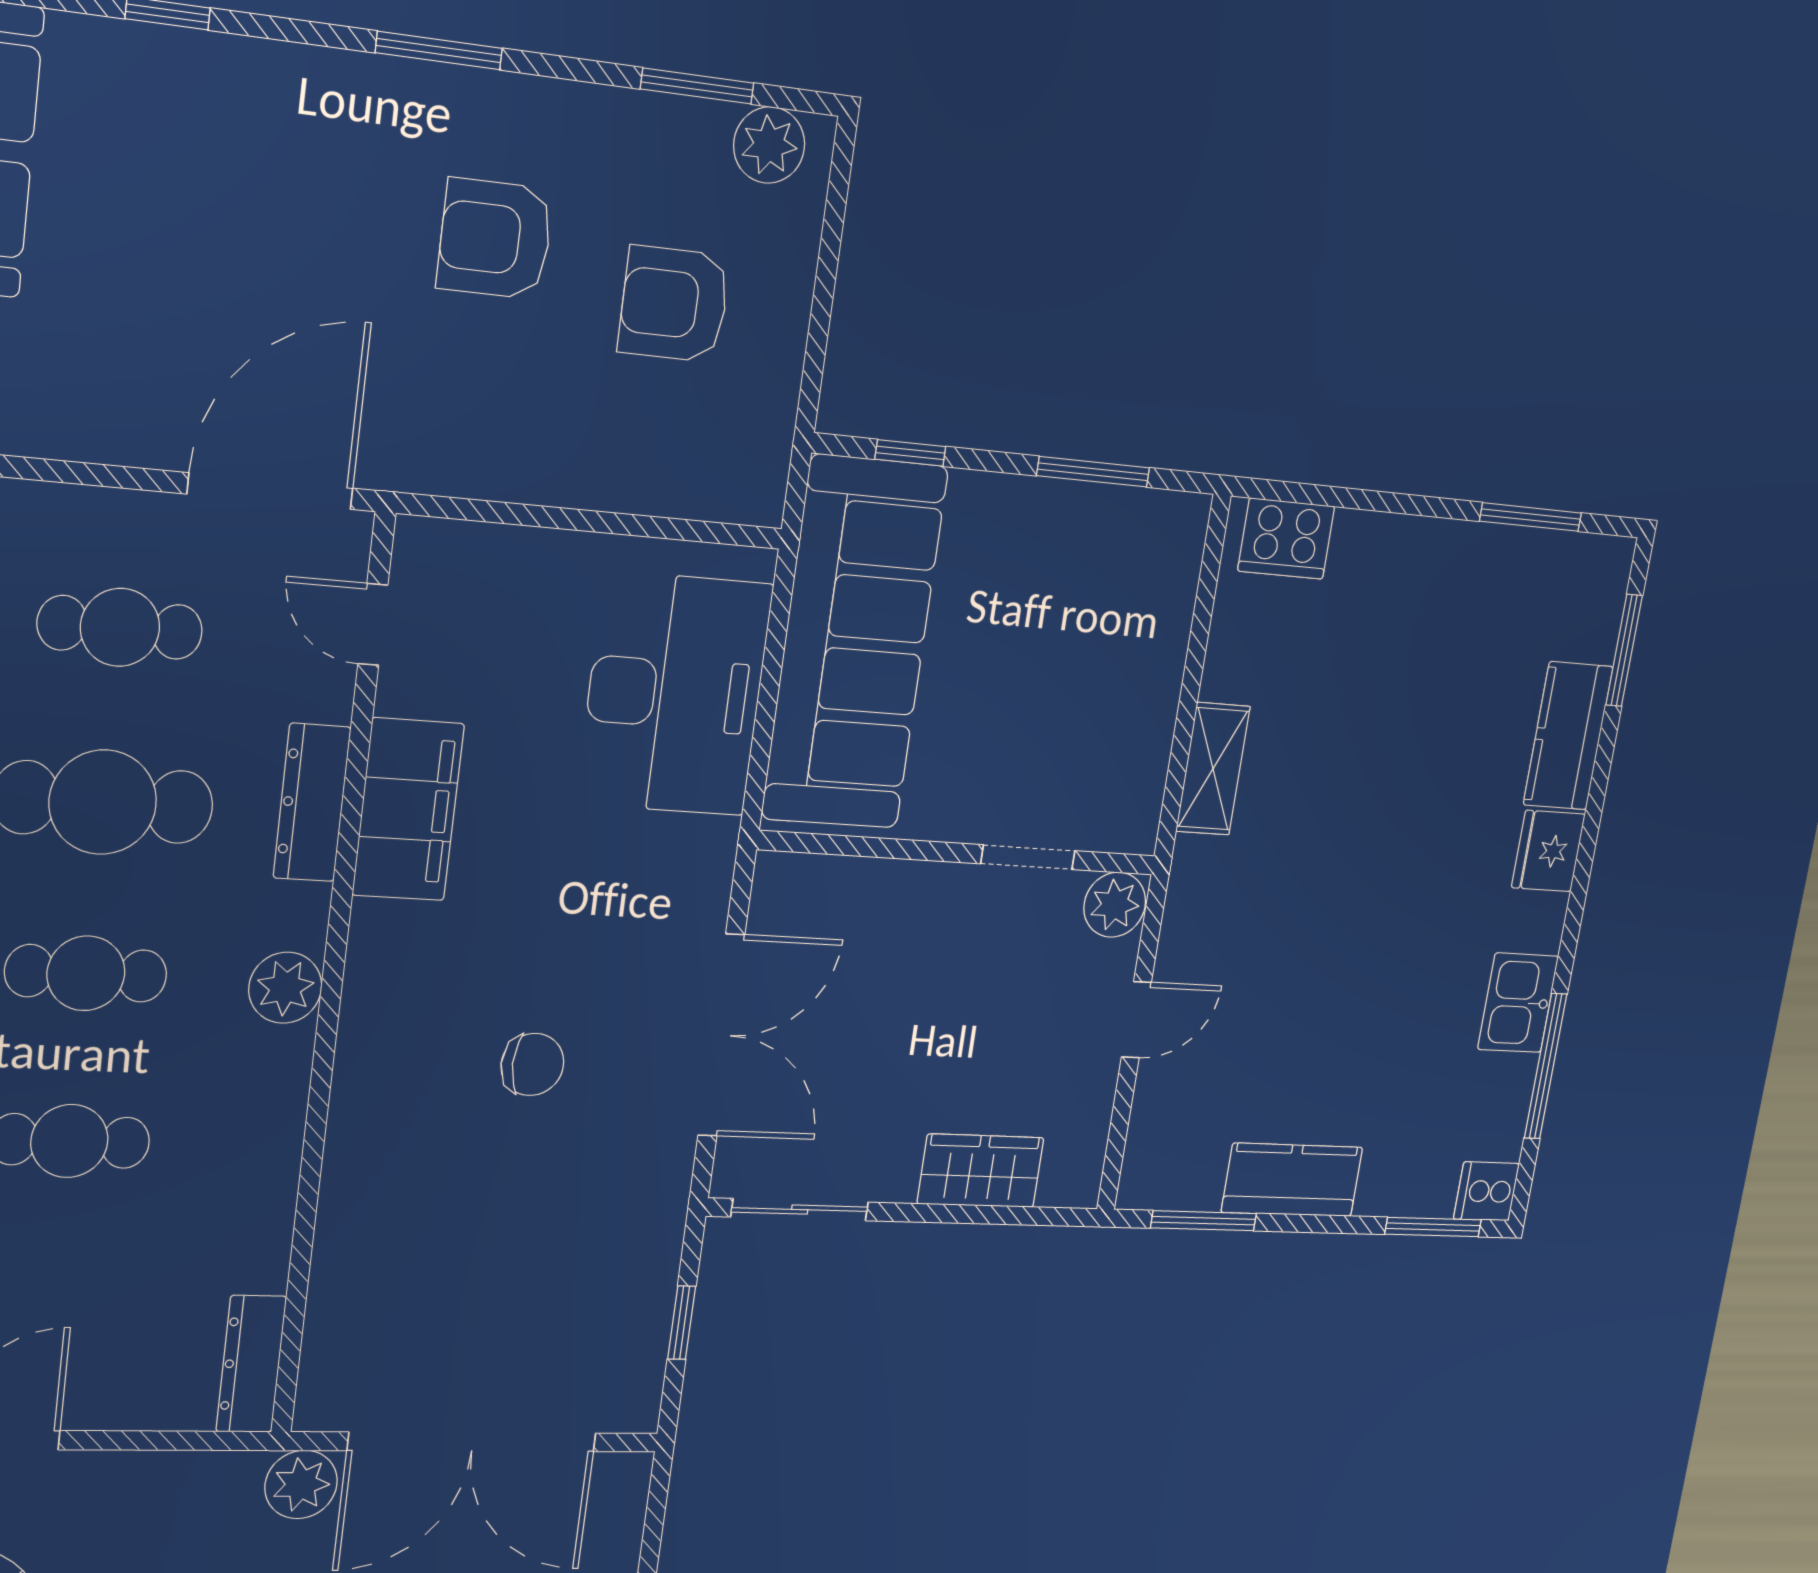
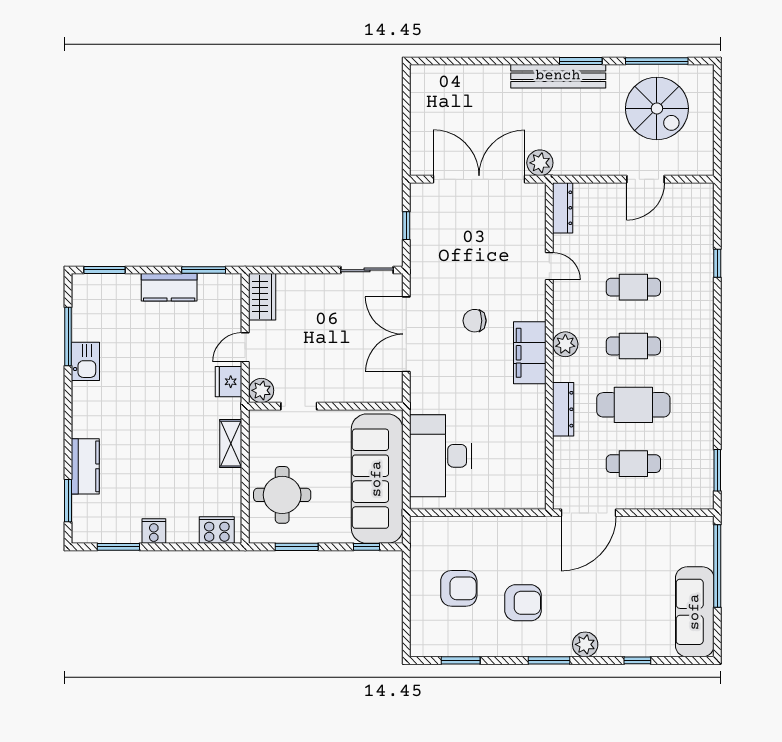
plant: (769, 145) -> (585, 644), moved
round table: (1107, 620) -> (282, 495), added
door: (373, 624) -> (549, 266), moved
filing cabinet: (408, 810) -> (530, 353), moved
fridge: (1548, 851) -> (229, 382), moved, turned 180
wardrobe: (981, 1171) -> (262, 297), moved, turned -90
cooker: (1486, 1191) -> (154, 531), moved, turned -90

